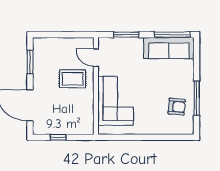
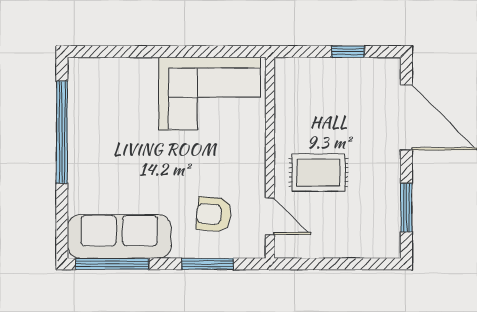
window: (197, 98) -> (62, 132), width x1.46
corner sofa: (116, 101) -> (210, 94), moved, turned -90
armchair: (177, 107) -> (214, 214), moved

